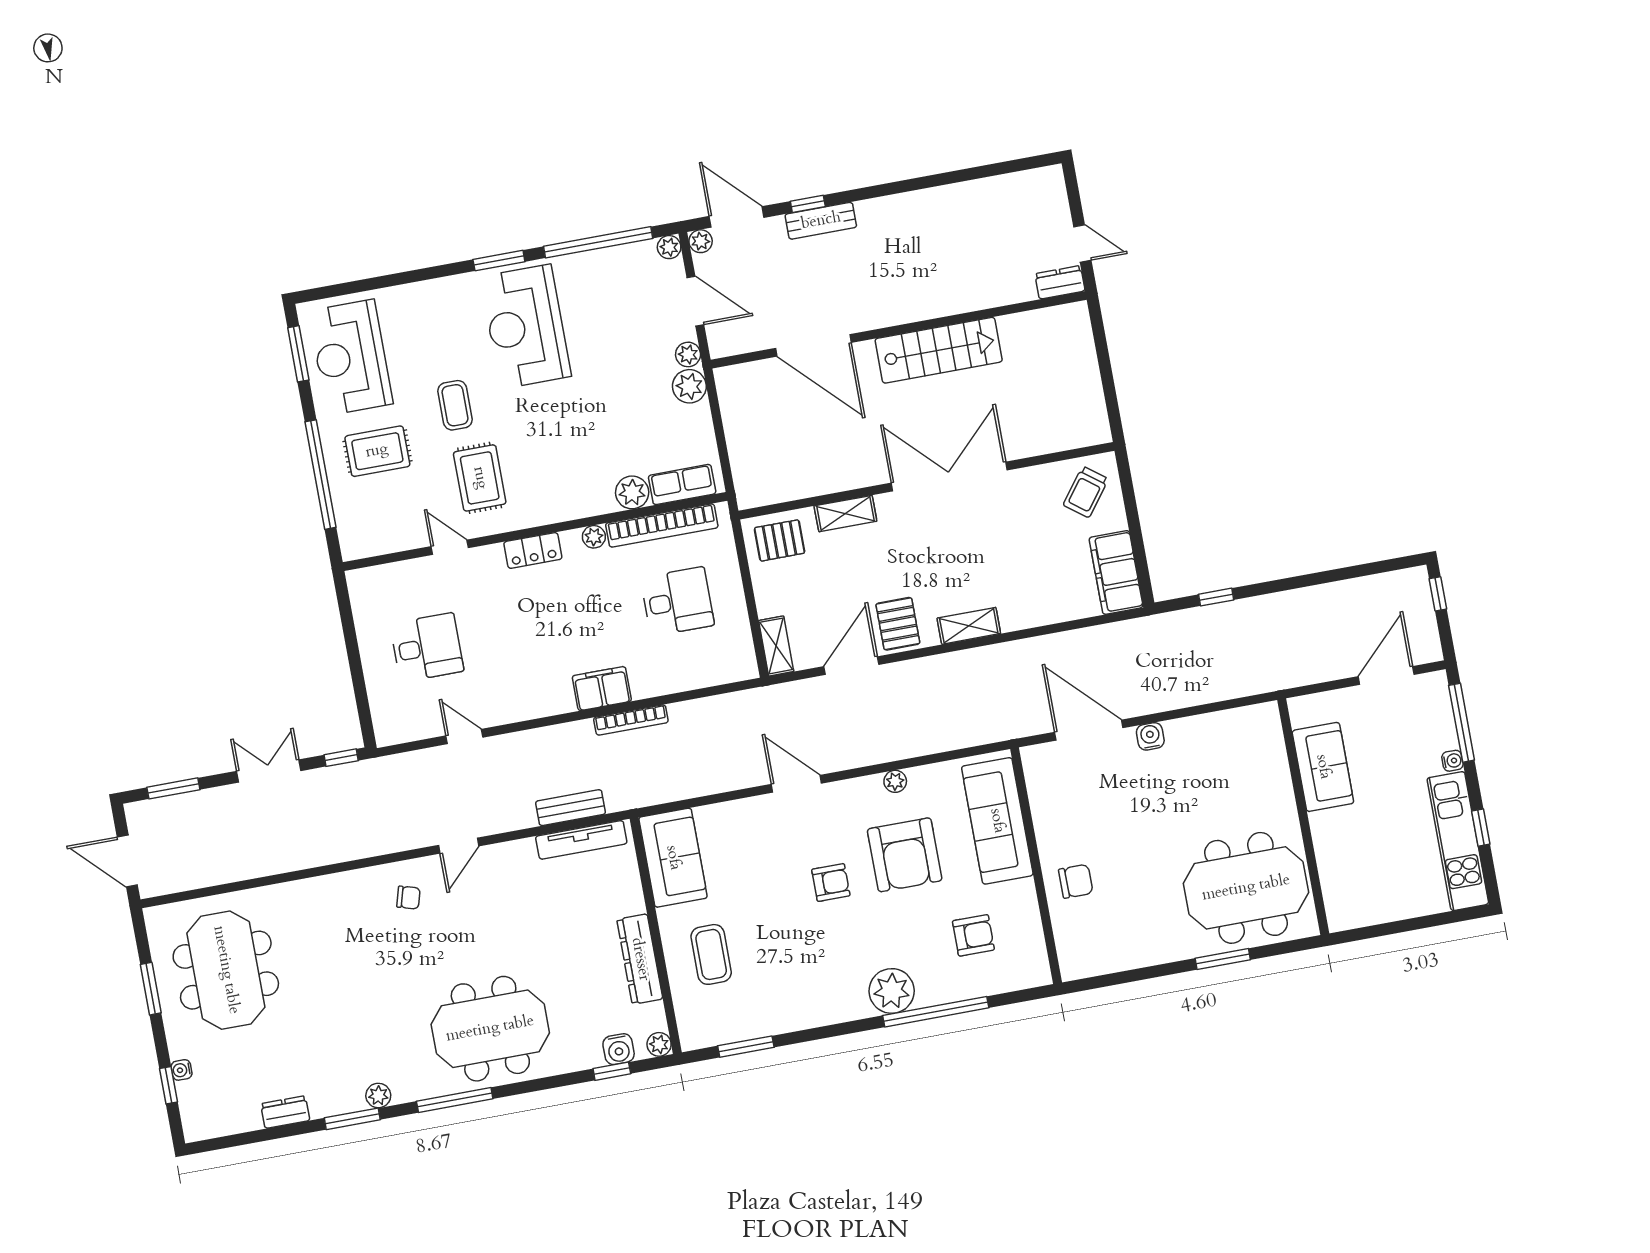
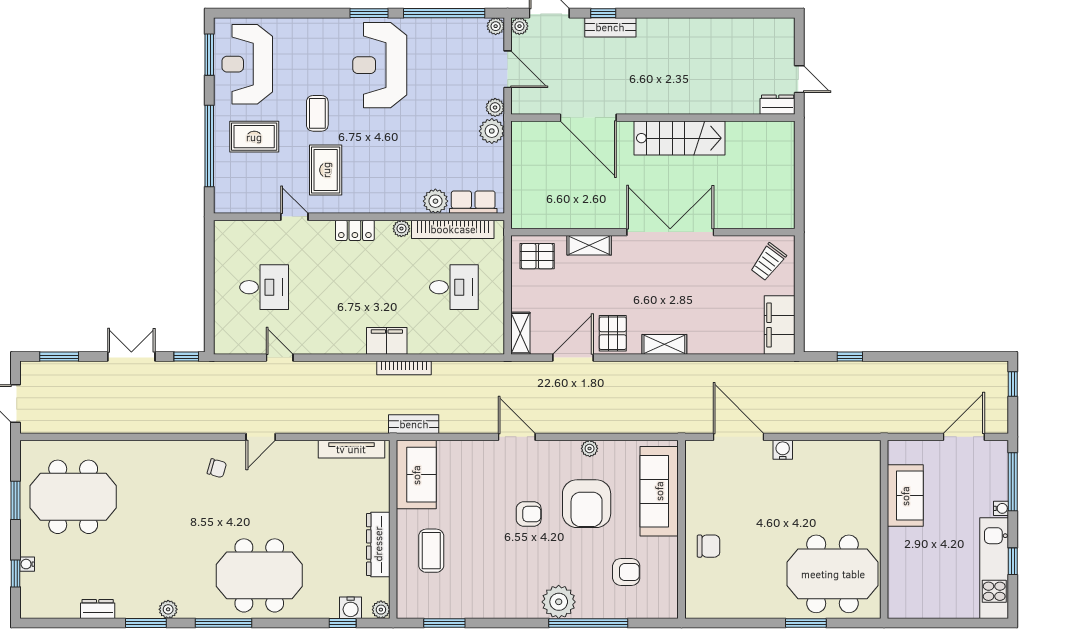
bench: (571, 808) -> (414, 424), moved
meeting table: (226, 970) -> (73, 497), turned 90

